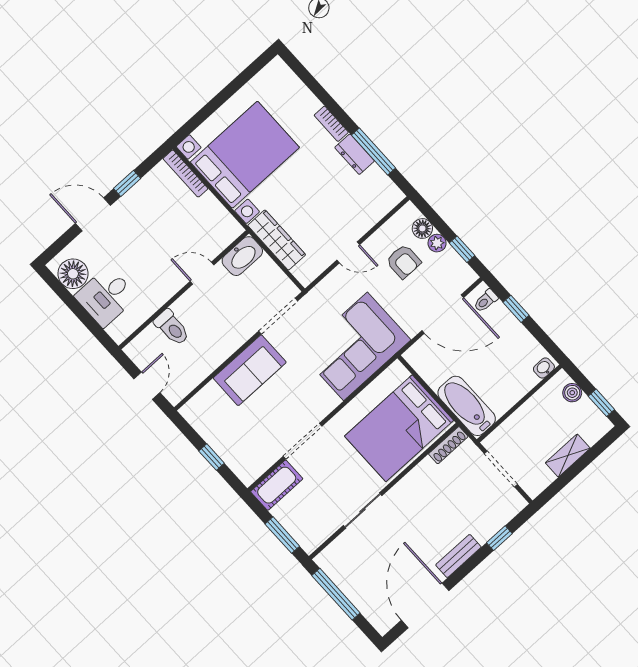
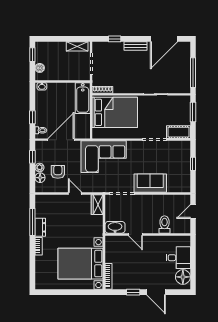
wardrobe: (277, 240) -> (97, 205), moved, width x0.67
door: (443, 314) -> (61, 140), hinge flipped
shelving: (568, 456) -> (77, 46), moved

